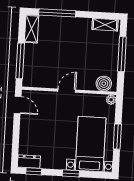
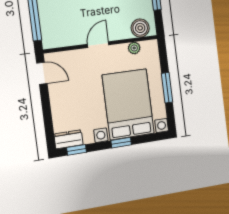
plant: (111, 100) -> (134, 48), moved
bed with nightstands: (91, 144) -> (128, 104), width x1.36

